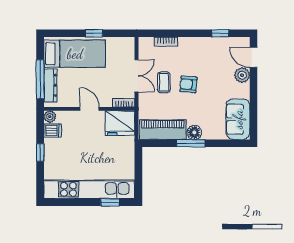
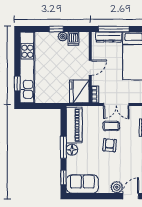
plant: (50, 117) -> (63, 37), moved
window: (230, 143) -> (63, 178), added

